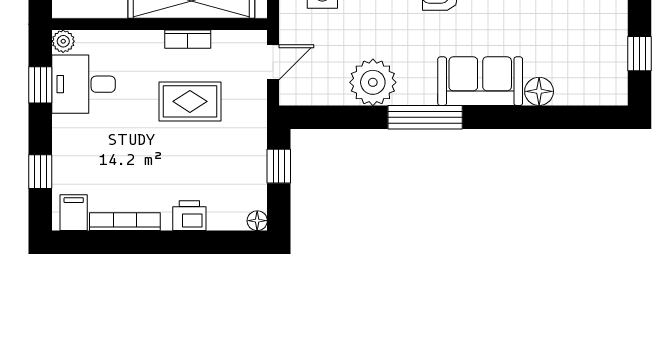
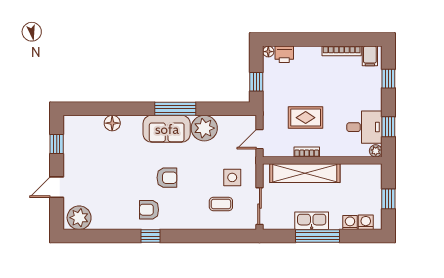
sofa: (480, 81) -> (167, 129), moved
printer: (189, 216) -> (284, 54), moved

